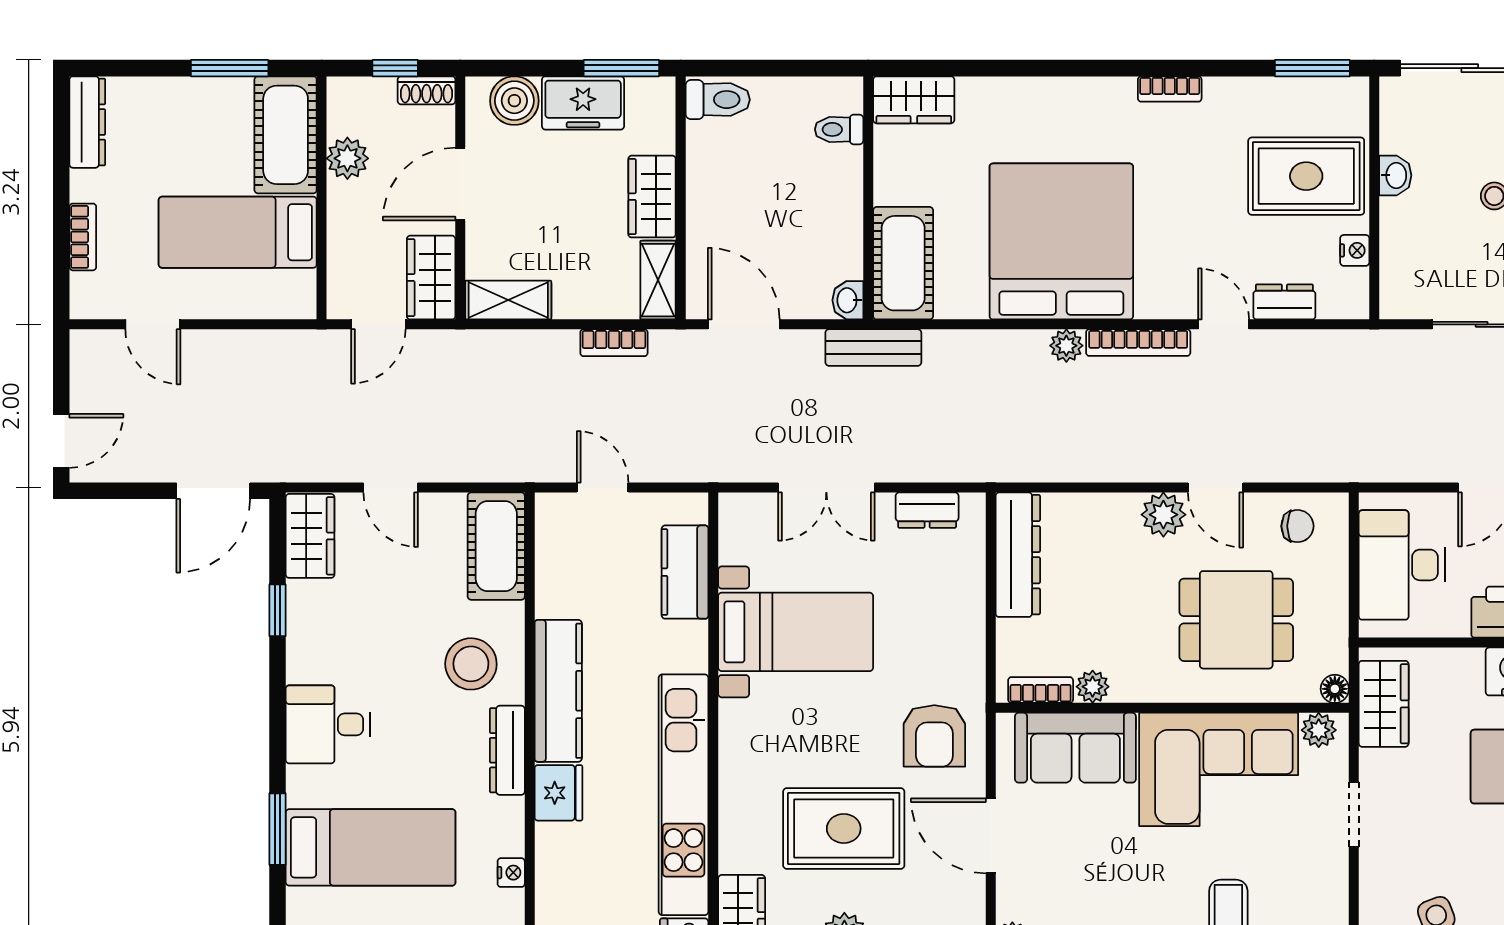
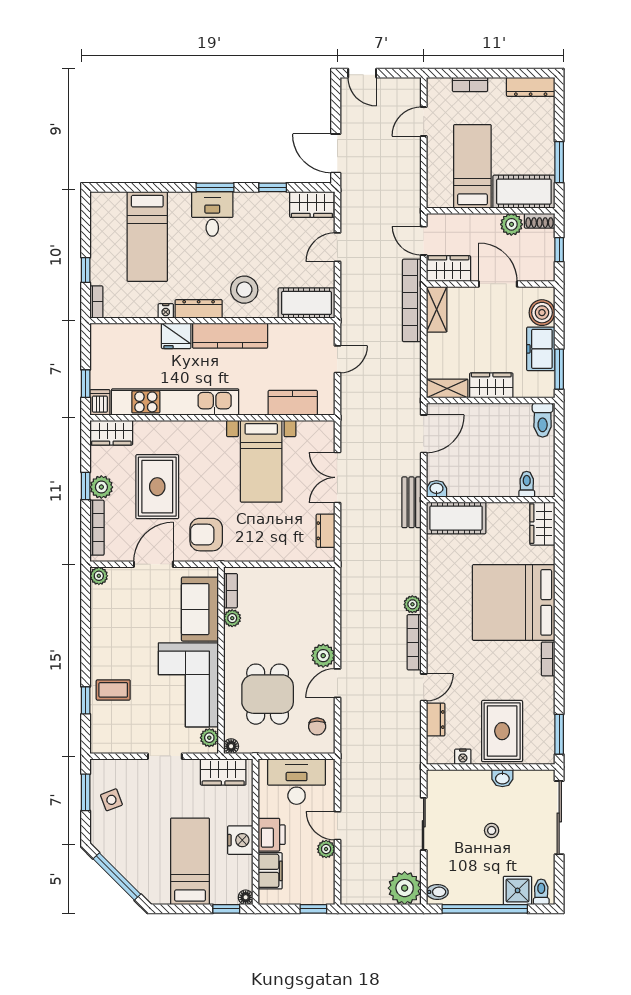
shoe rack: (426, 90) -> (540, 221), moved, turned -90
bed: (1061, 241) -> (514, 602), moved, turned 180
bookcase: (614, 343) -> (412, 300), moved, width x2.31, depth x1.31
dresser: (1018, 555) -> (302, 579), removed
window: (278, 829) -> (215, 187), moved
nightstand: (511, 873) -> (166, 311), moved

